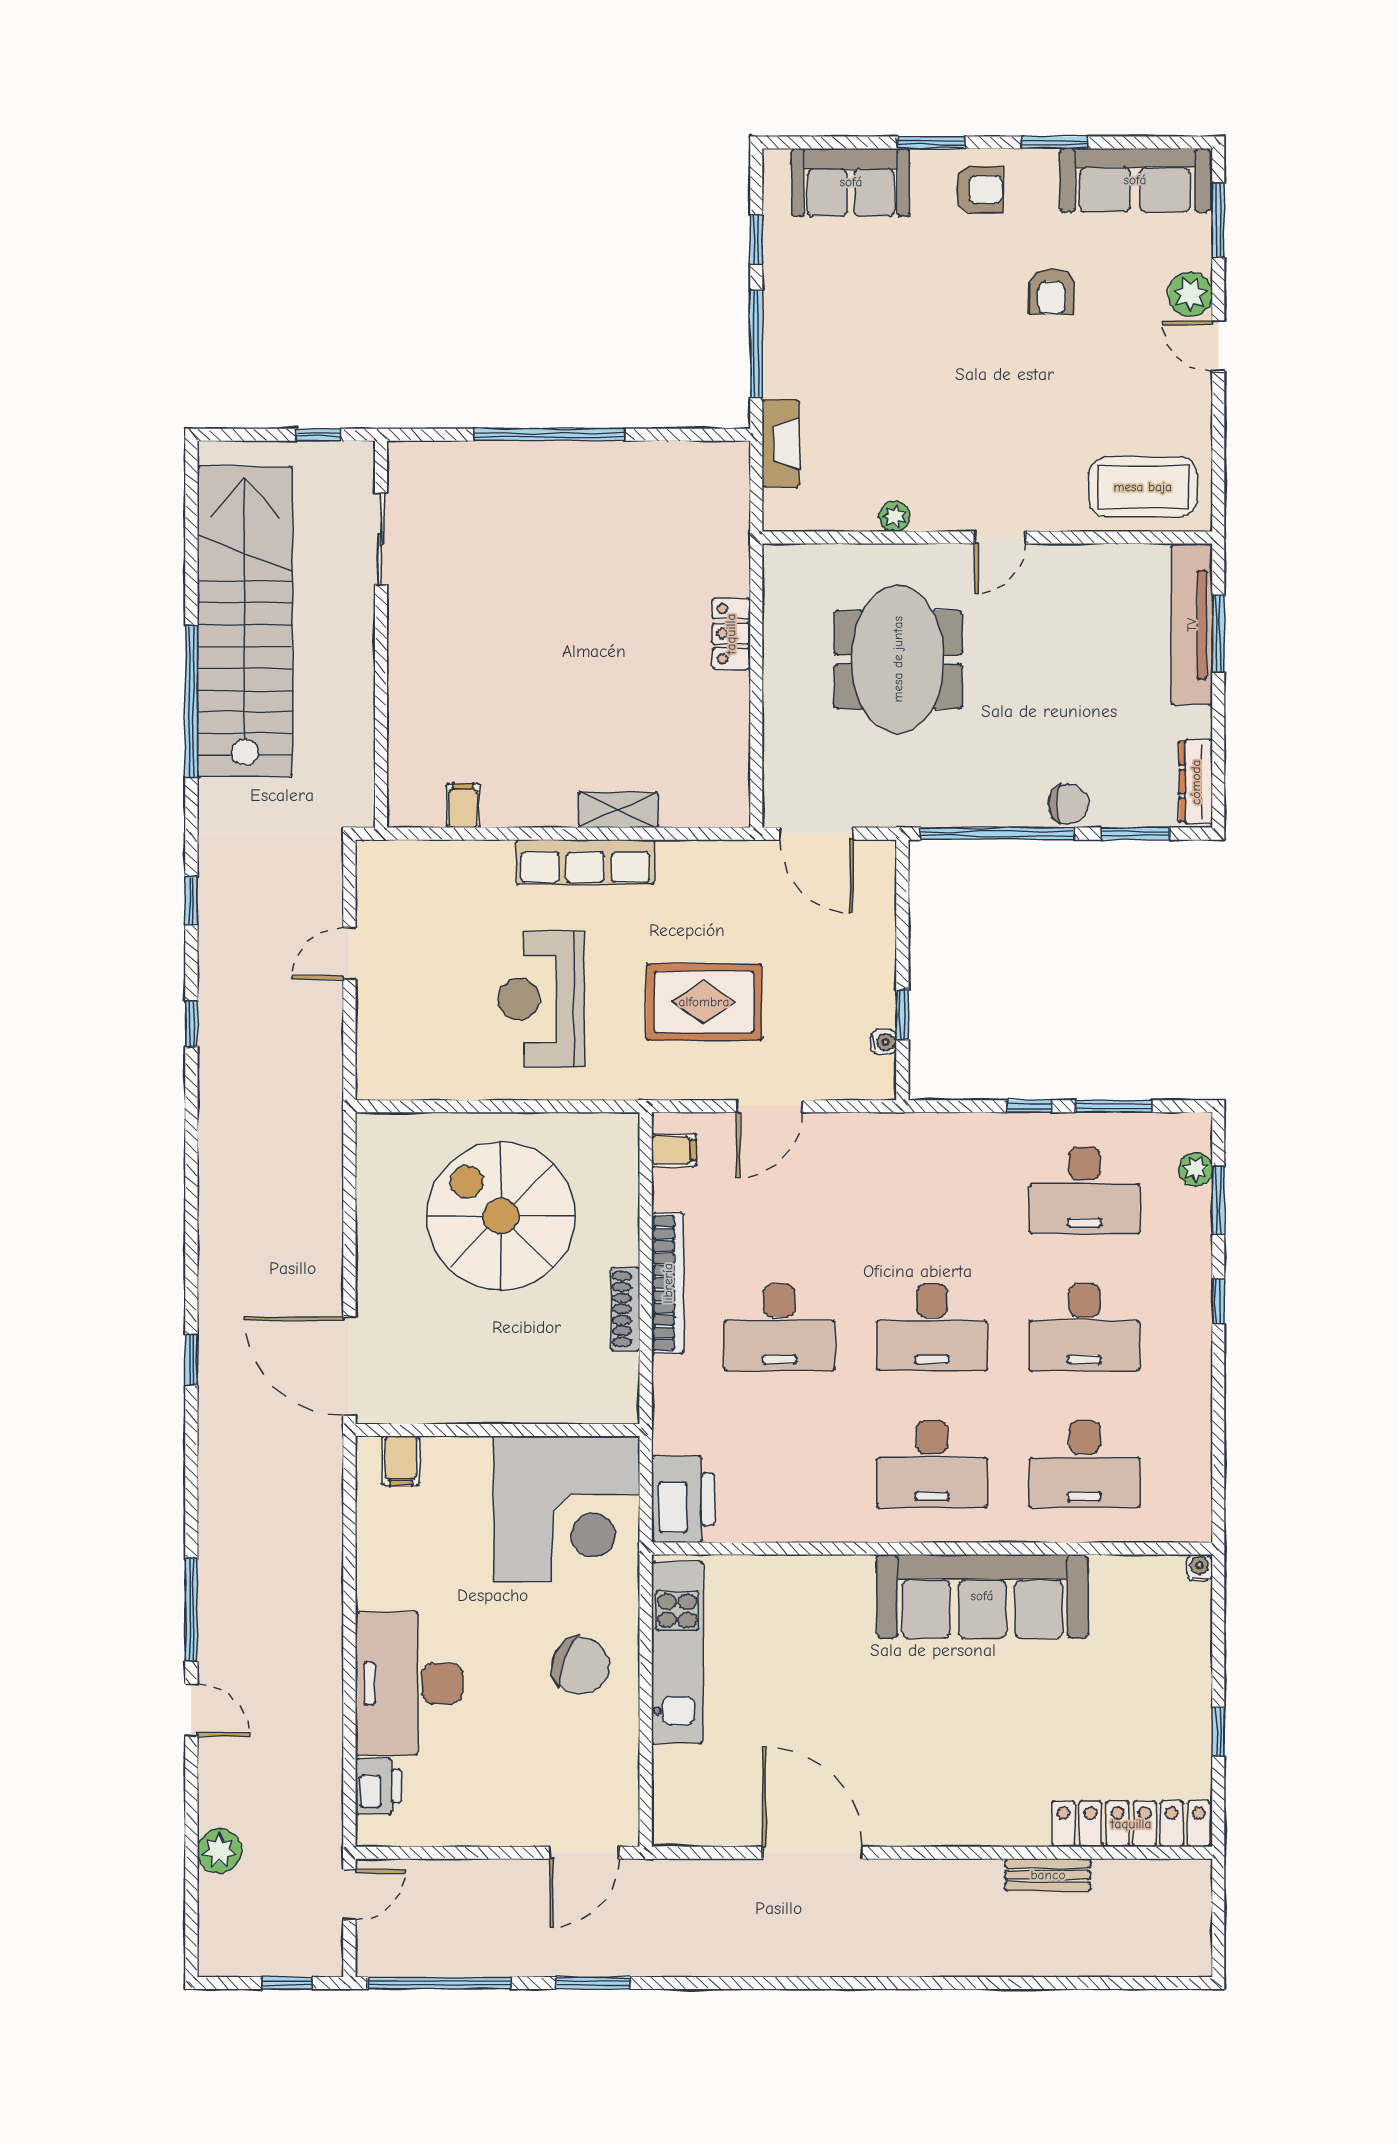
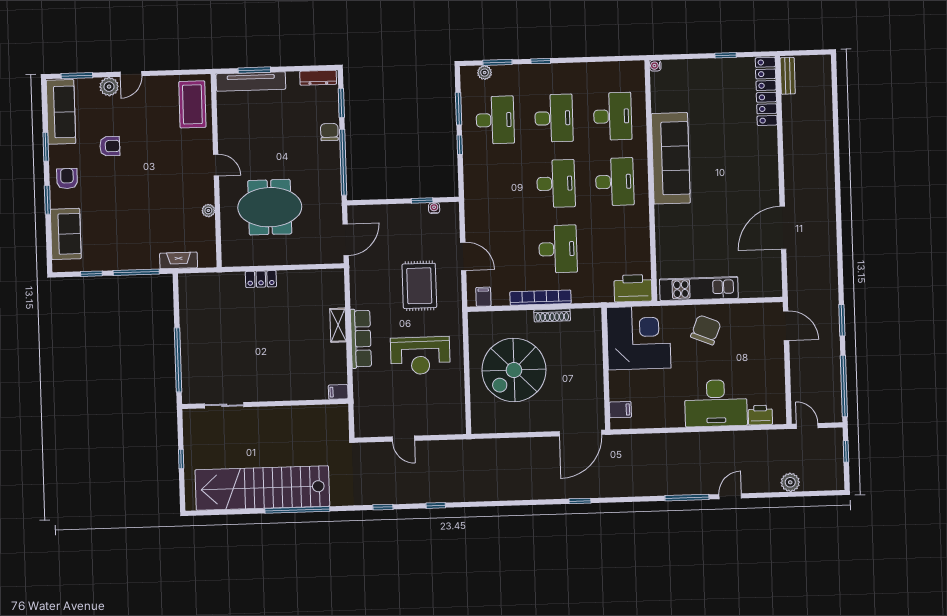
sliding door: (381, 539) -> (224, 405), moved
wall: (381, 634) -> (265, 404), moved
bench: (1048, 1875) -> (788, 76), moved

